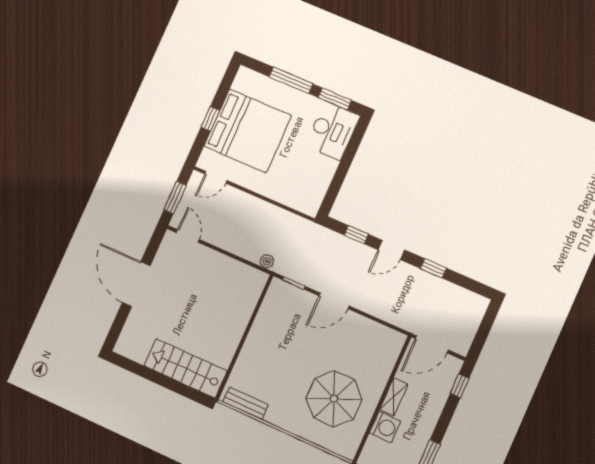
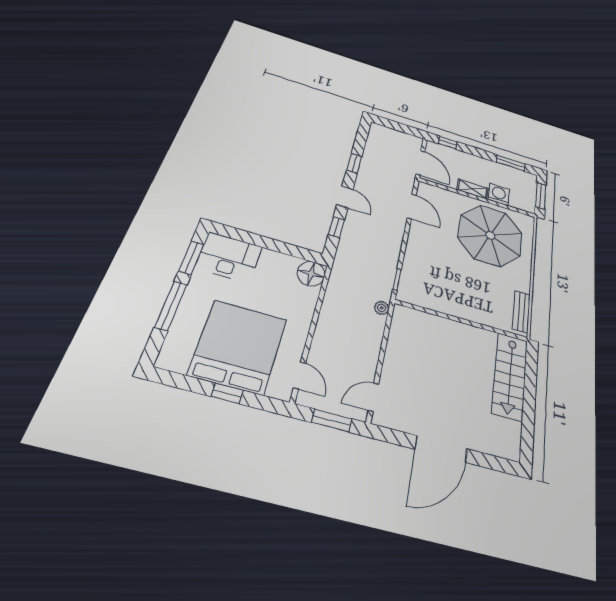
floor lamp: (308, 202) -> (311, 274), added
door: (334, 301) -> (412, 206), moved
parasol: (334, 399) -> (490, 235), width x1.36, depth x1.36

